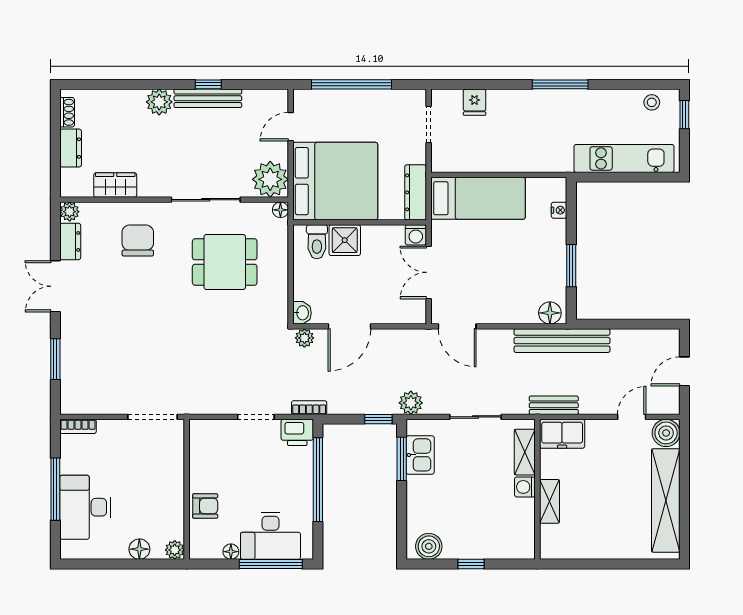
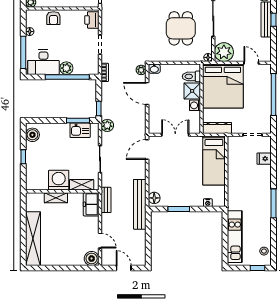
washing machine: (416, 235) -> (195, 105), moved
printer: (297, 432) -> (92, 20), moved
plant: (301, 481) -> (66, 68), added
washing machine: (525, 487) -> (59, 180), width x1.89, depth x1.89
shelving: (666, 500) -> (33, 239), moved, turned 90
desk: (270, 536) -> (43, 62), moved, turned -90

